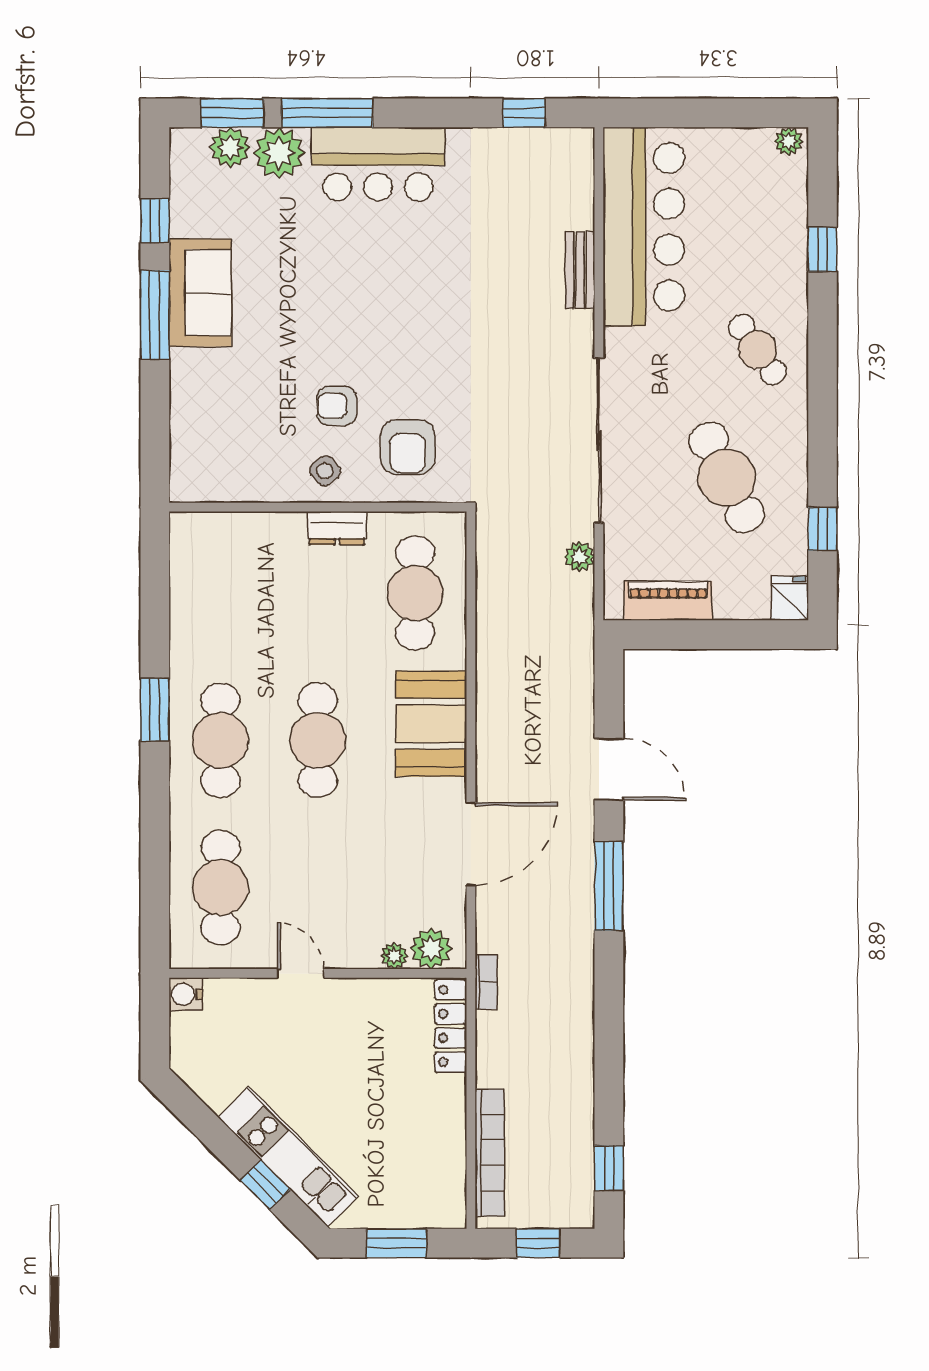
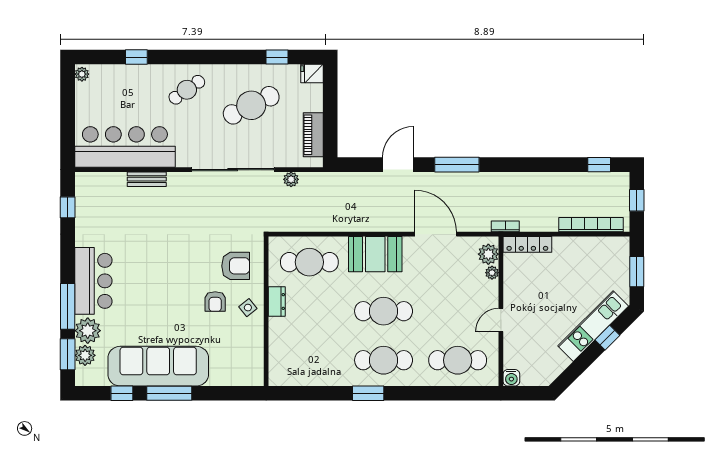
sofa: (200, 293) -> (158, 366), width x1.85, depth x1.27

